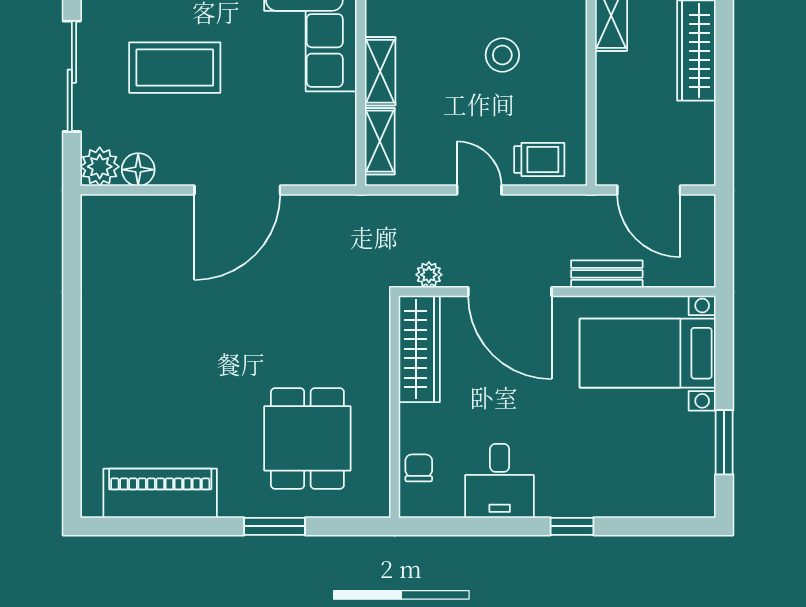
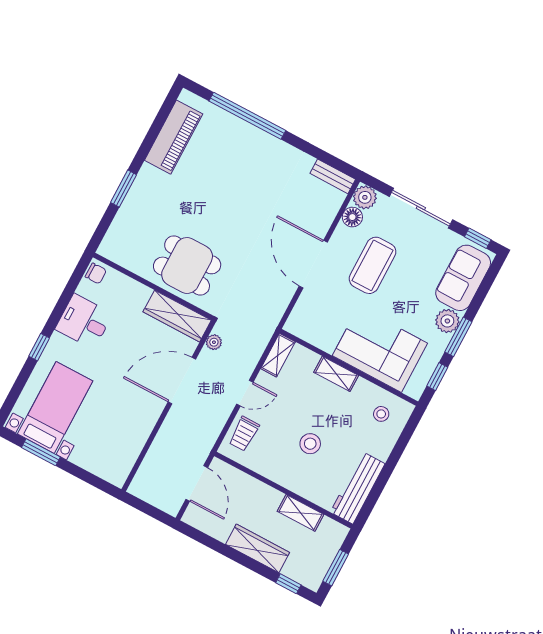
coffee table: (175, 68) -> (373, 265), moved
shelving: (380, 141) -> (278, 355), moved, turned 90
door: (649, 190) -> (197, 483), swing flipped
bench: (607, 274) -> (333, 176), moved, turned 90
bed with nightstands: (648, 353) -> (55, 407), moved
window: (72, 402) -> (247, 116), added
dining table: (307, 438) -> (187, 265), moved
chair: (419, 468) -> (96, 273), moved

